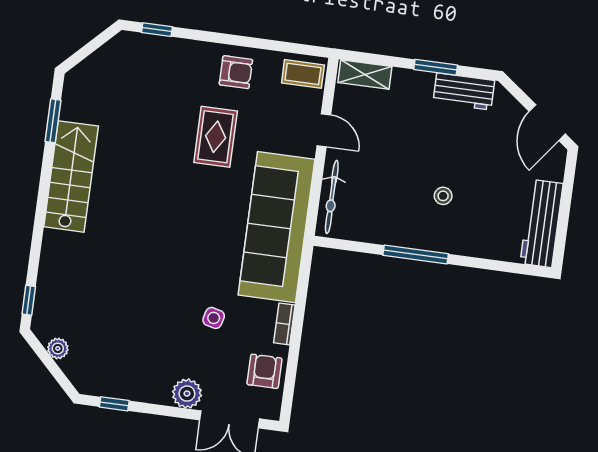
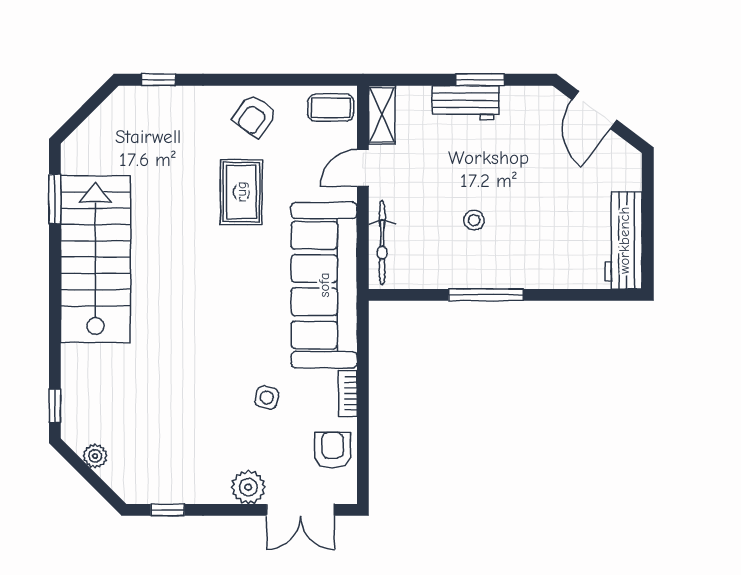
armchair: (236, 72) -> (255, 116), turned 125
shelving: (365, 75) -> (382, 115), moved, turned 90
workbench: (464, 91) -> (466, 103), moved
door: (547, 123) -> (595, 110), moved
door: (324, 130) -> (363, 168), swing flipped
stairs: (71, 176) -> (95, 259), width x1.36, depth x1.51
stool: (443, 196) -> (474, 220), moved

